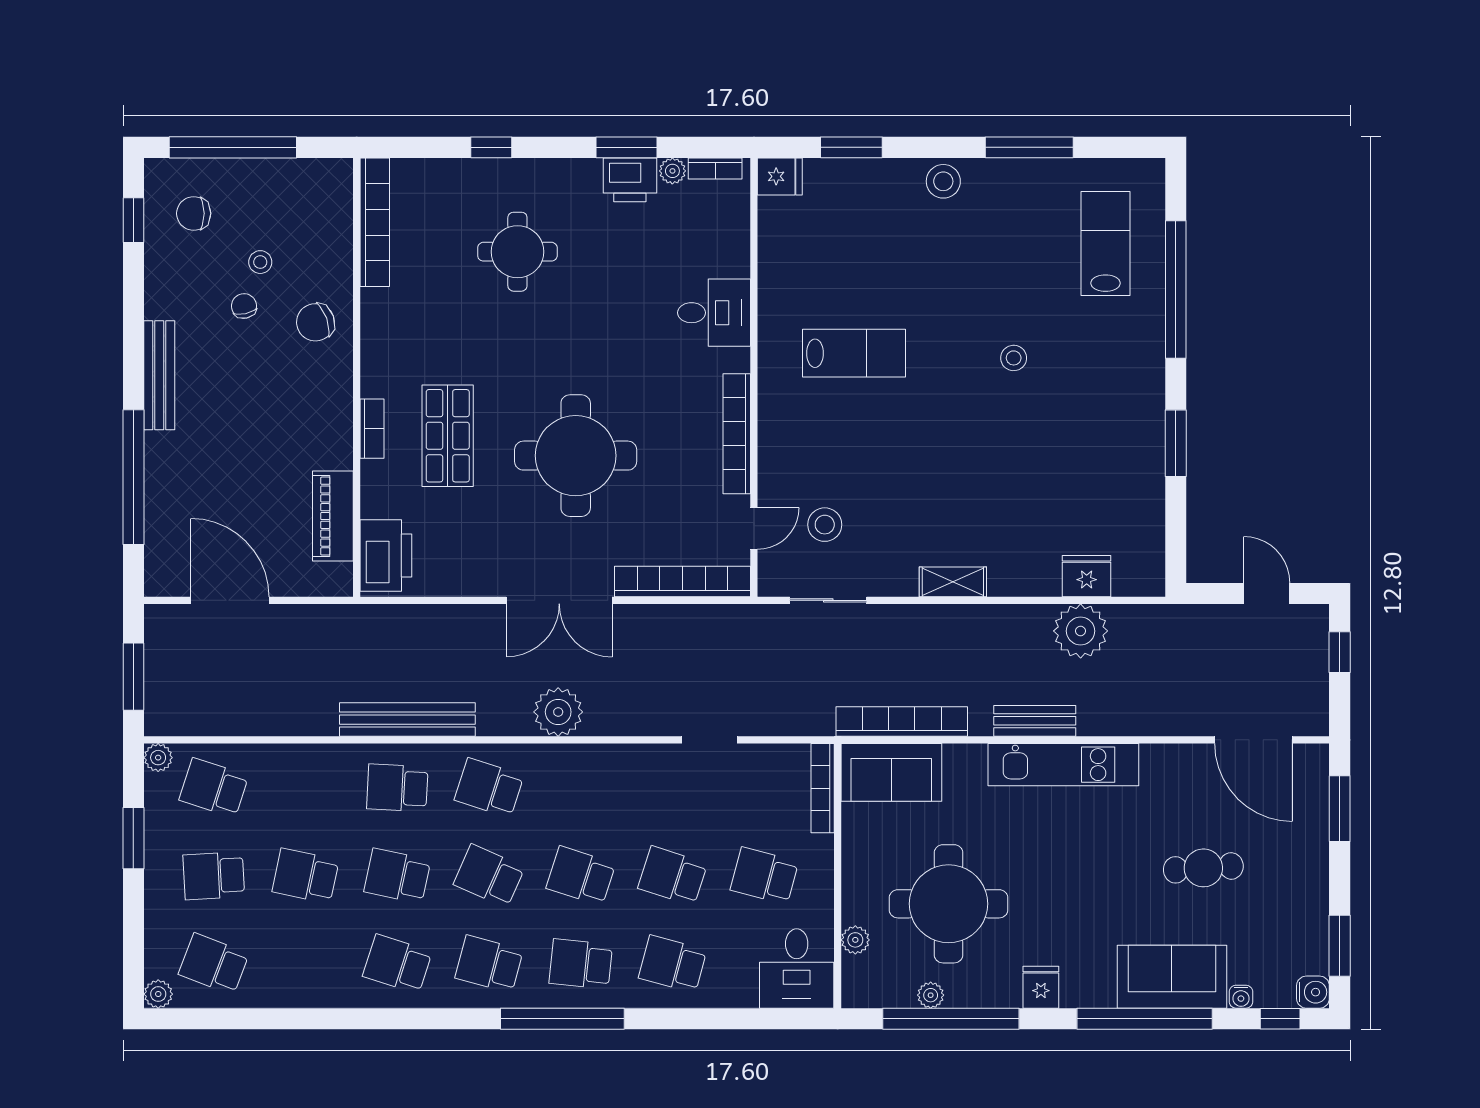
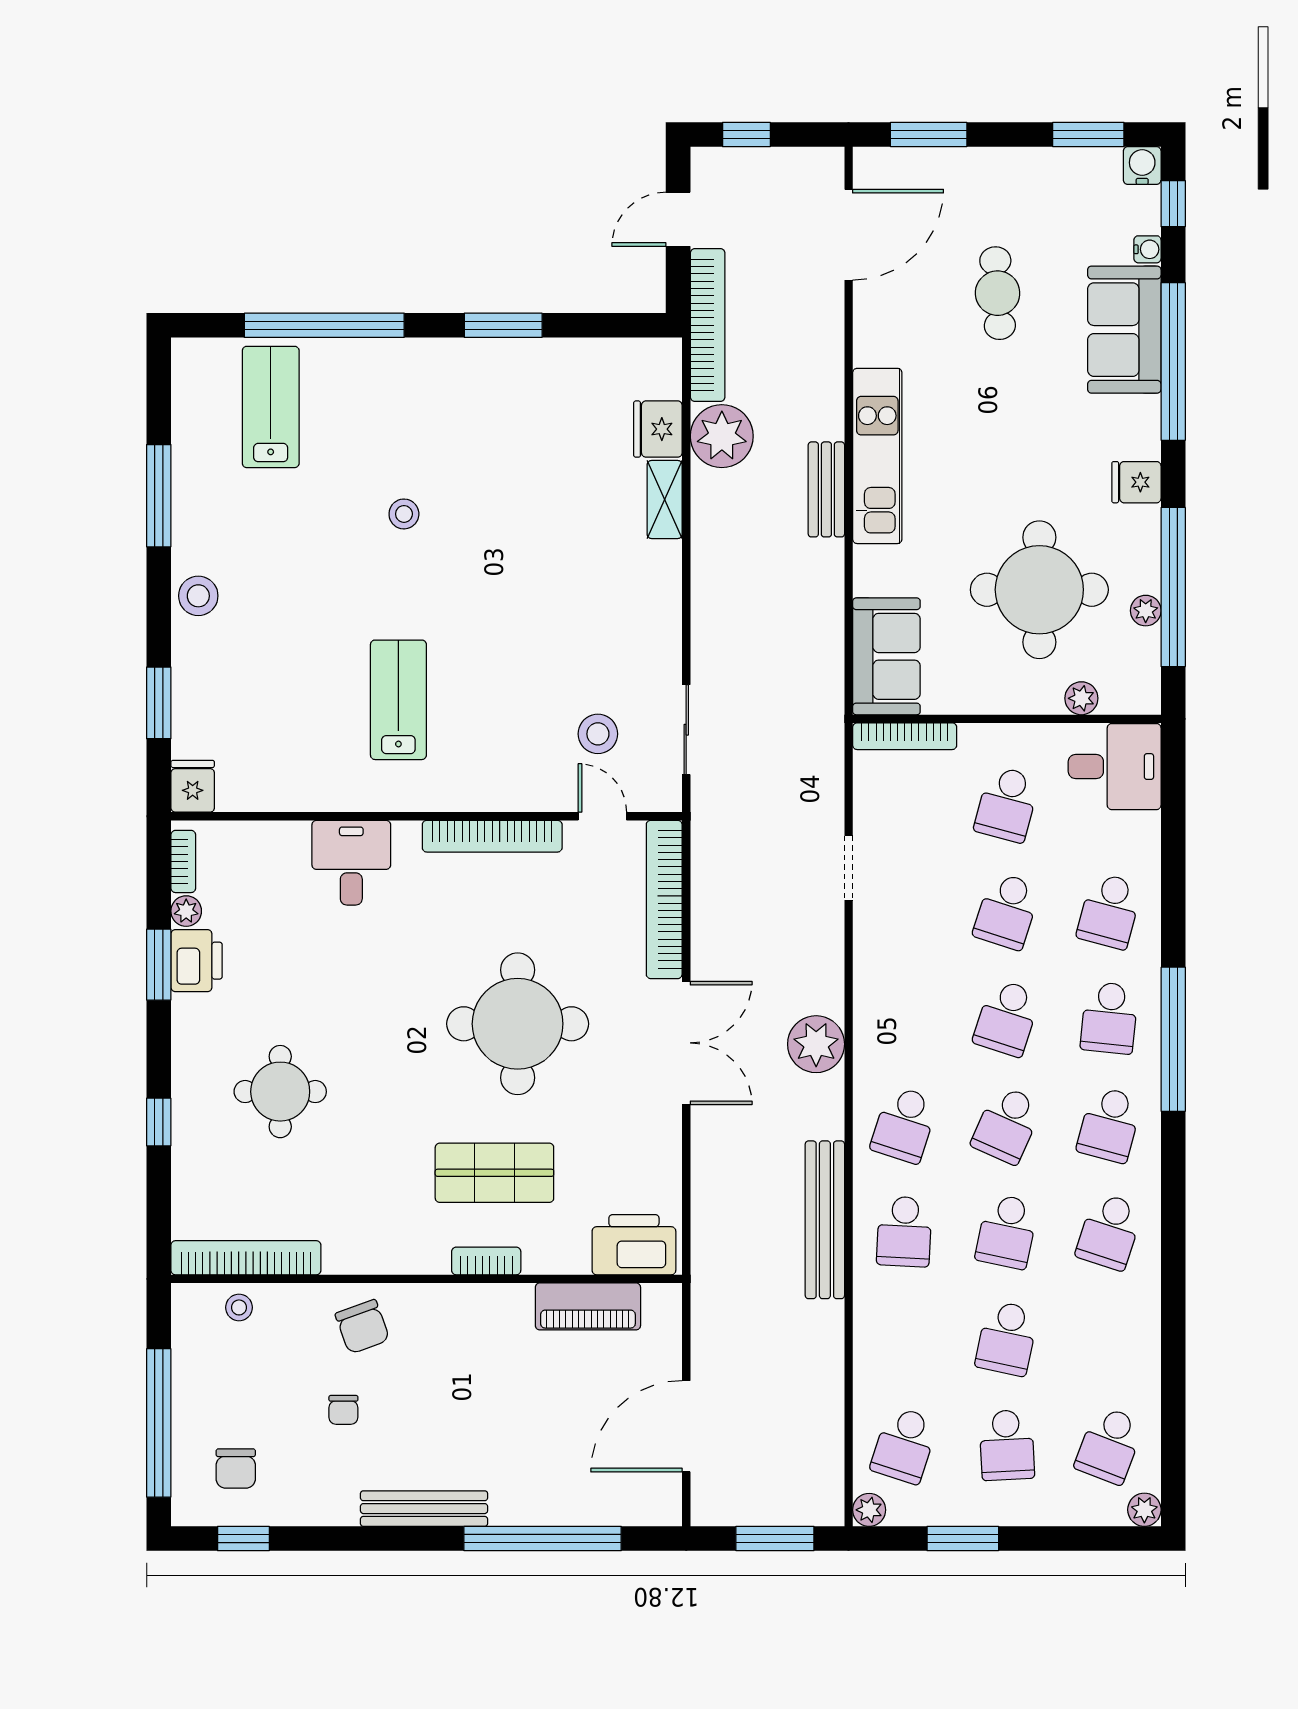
lab bench: (1106, 243) -> (271, 407), turned 90
stool: (260, 262) -> (239, 1307), moved
chair: (244, 306) -> (343, 1410), turned -78
shelving: (953, 582) -> (665, 499), moved
bookcase: (902, 722) -> (708, 325), moved, turned 180

